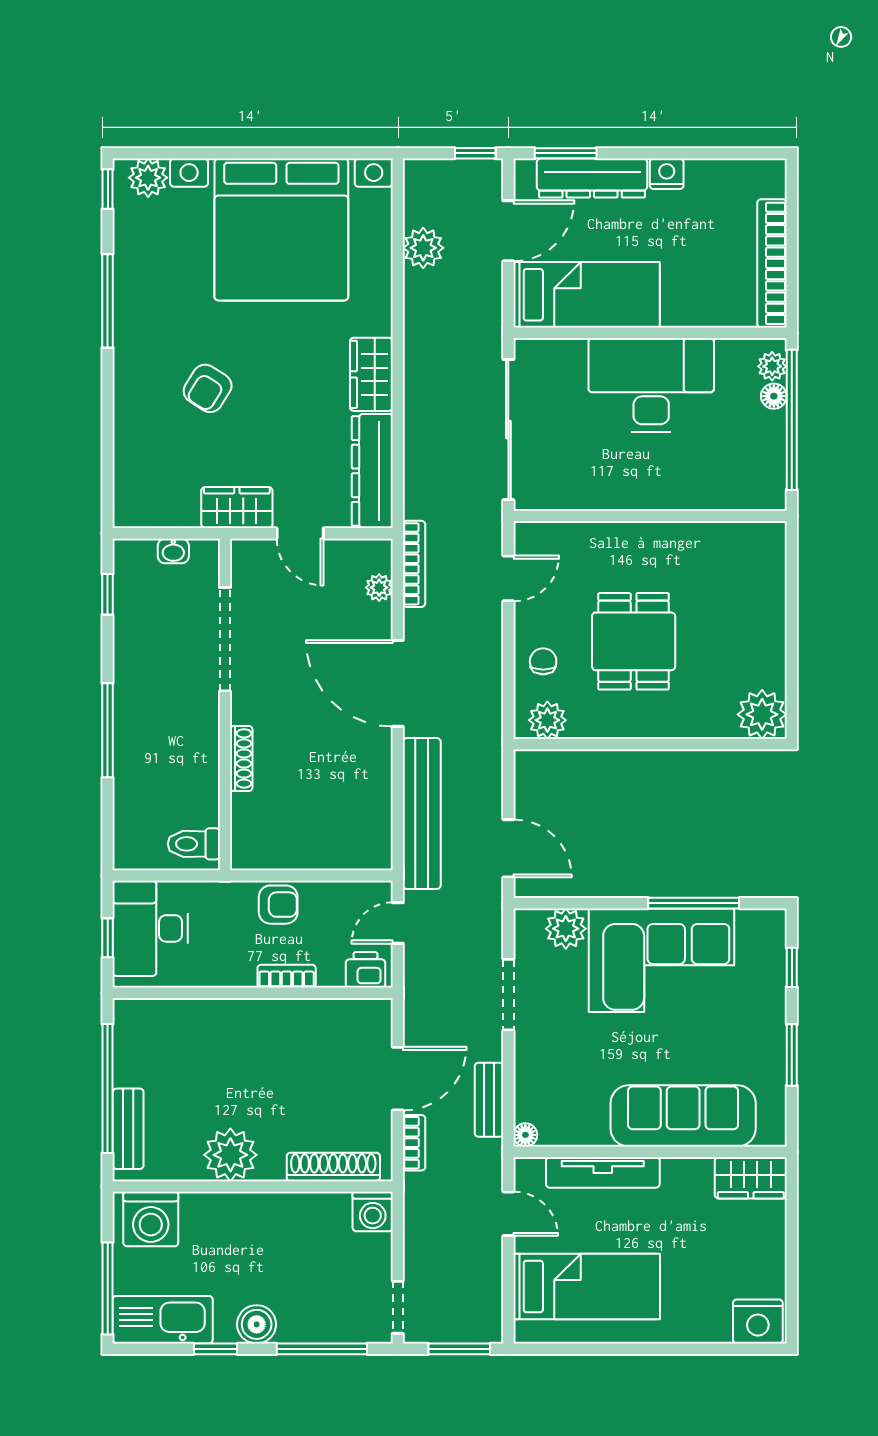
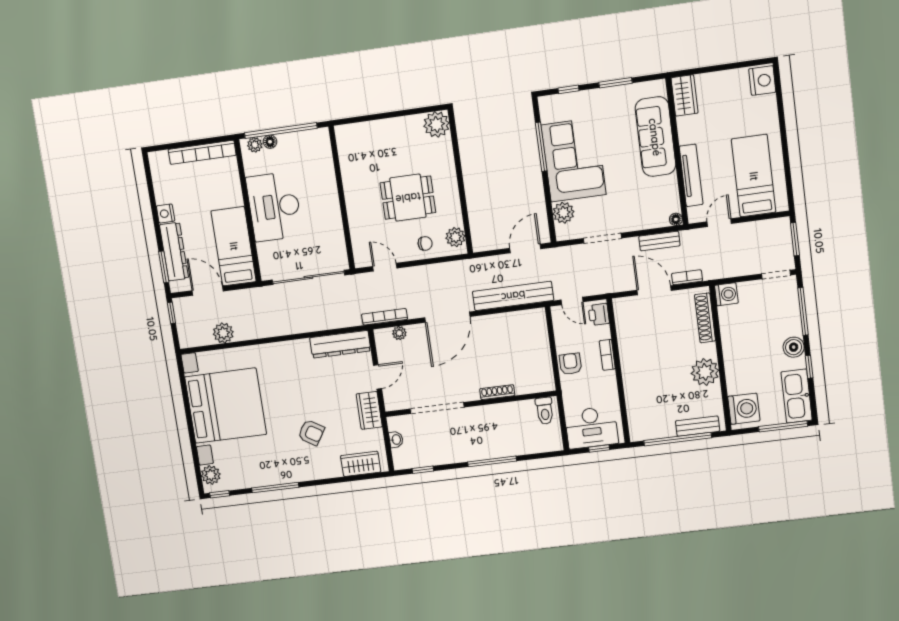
wardrobe: (371, 374) -> (361, 464), moved, turned 180
chair: (543, 661) -> (425, 243), turned 180

